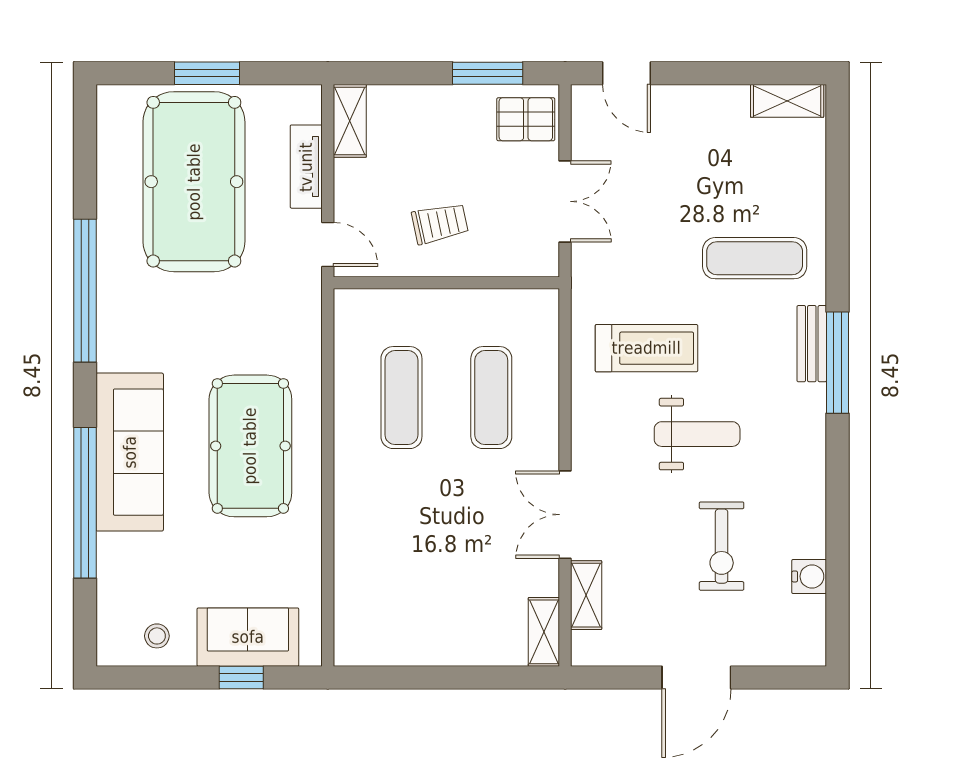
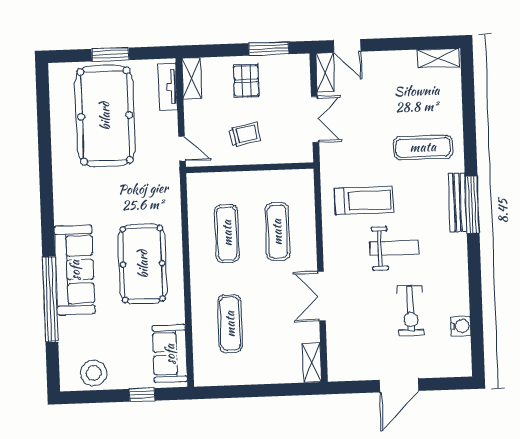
pallet: (526, 119) -> (246, 81), moved, turned 90
tv unit: (306, 167) -> (168, 87), moved
window: (85, 291) -> (46, 180), removed
bench: (812, 344) -> (458, 202), width x1.36
exercise mat: (401, 557) -> (230, 324), added
shelving: (586, 595) -> (325, 72), moved
stool: (157, 636) -> (94, 373), width x1.89, depth x1.89
sofa: (248, 637) -> (170, 354), moved, turned -90

